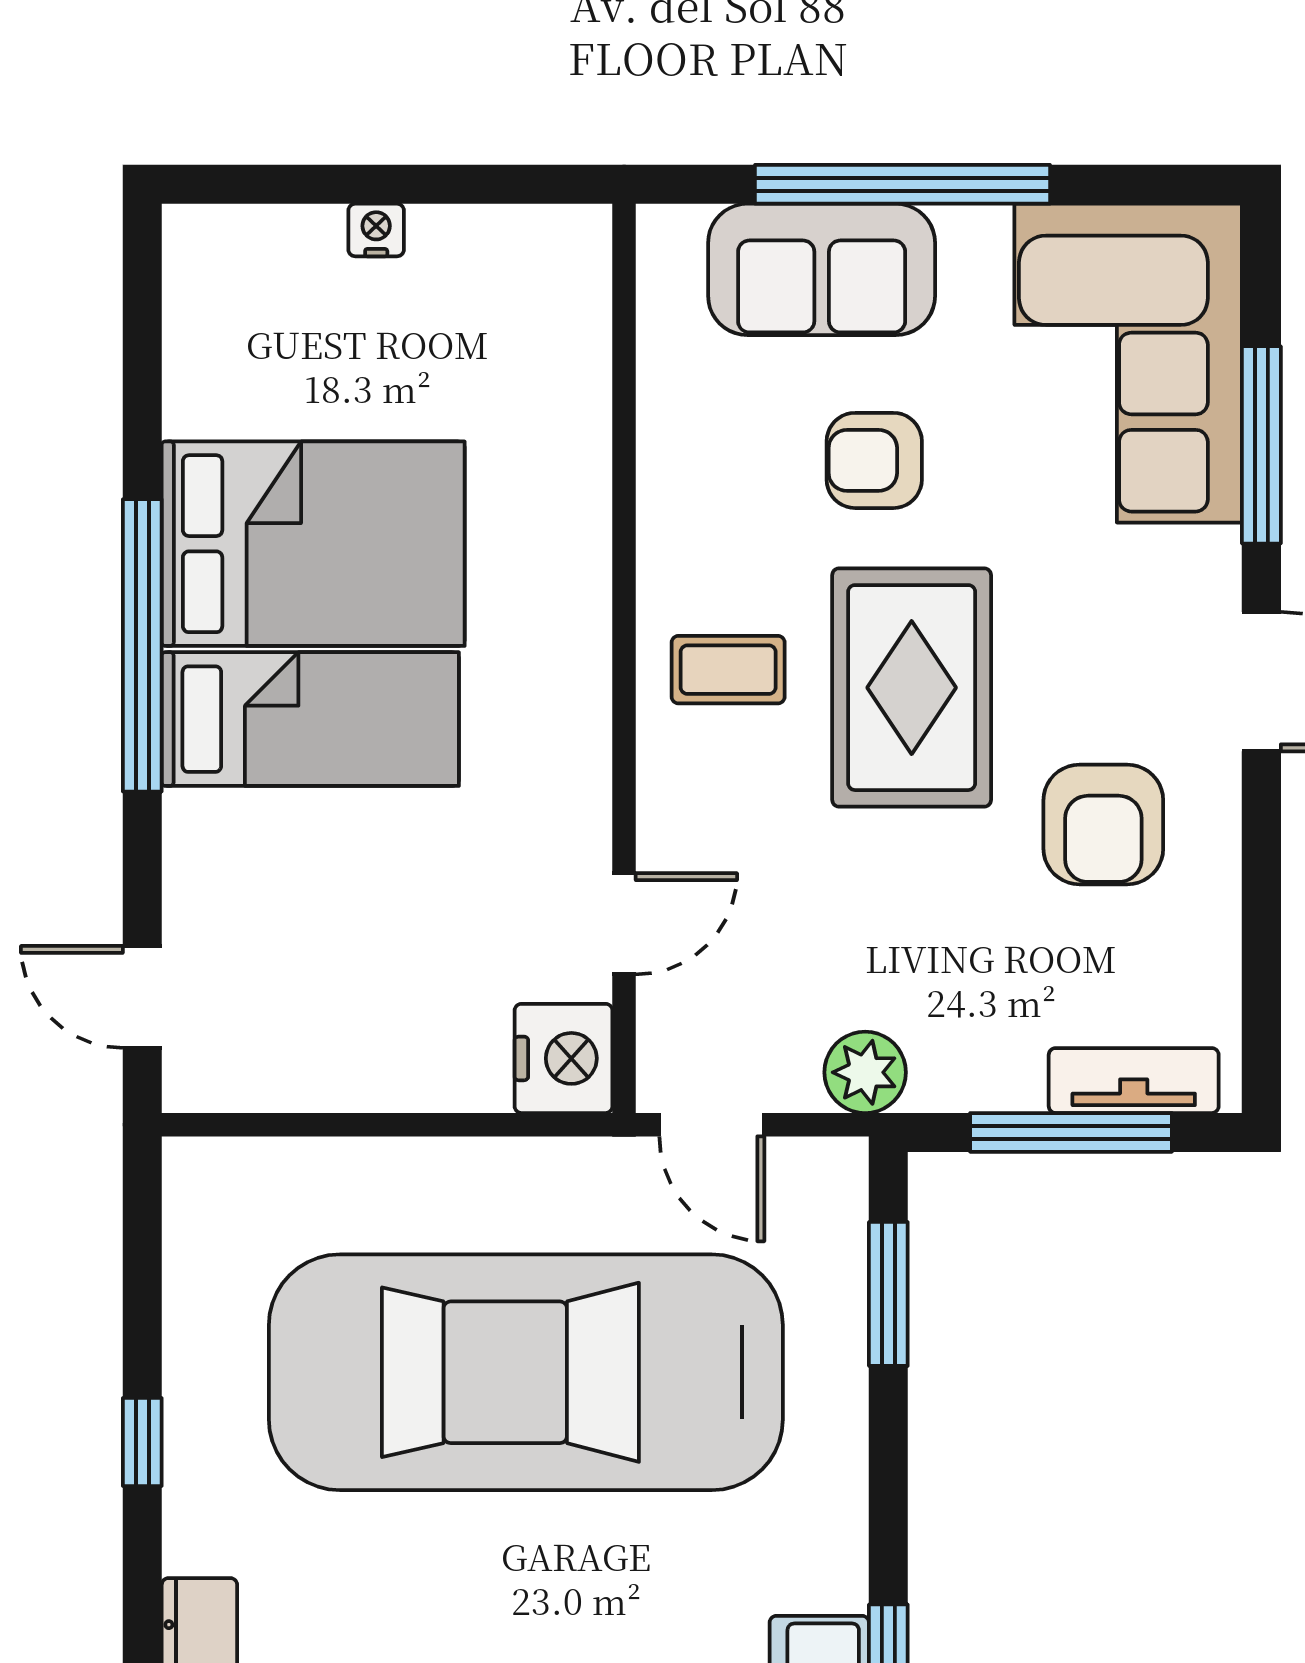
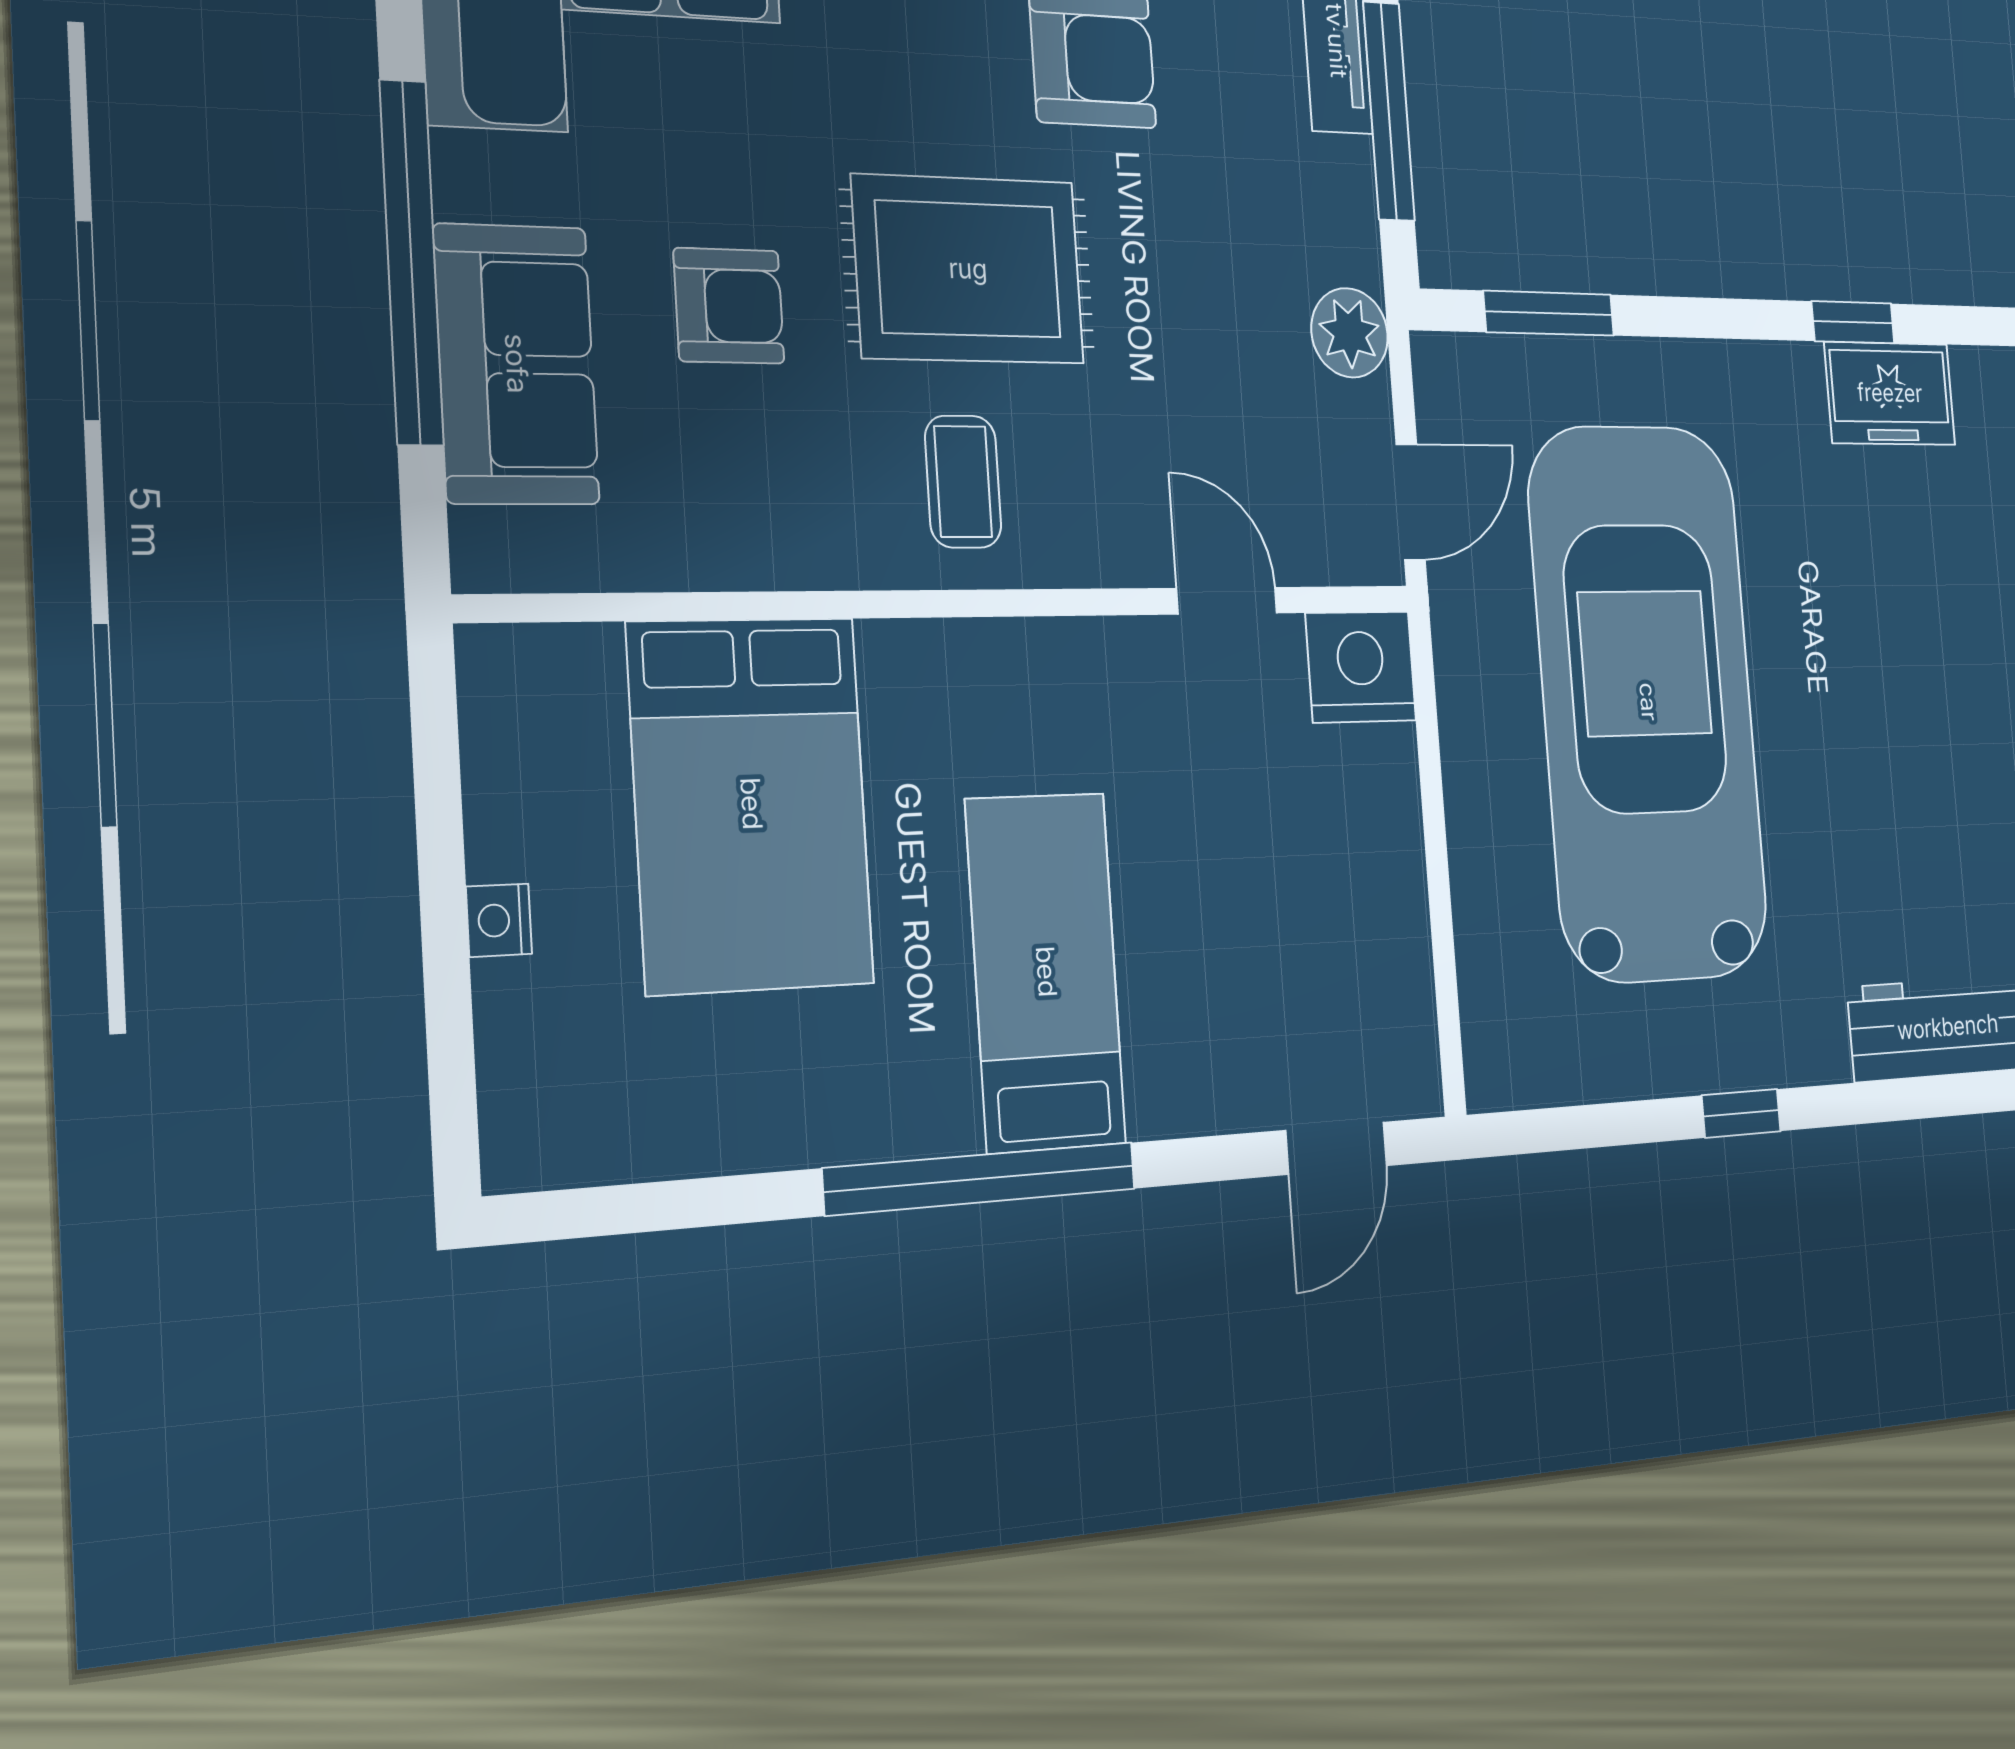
armchair: (874, 460) -> (729, 306), turned -90
bed: (313, 544) -> (751, 804), moved, turned 180
car: (526, 1372) -> (1648, 702), turned 180

